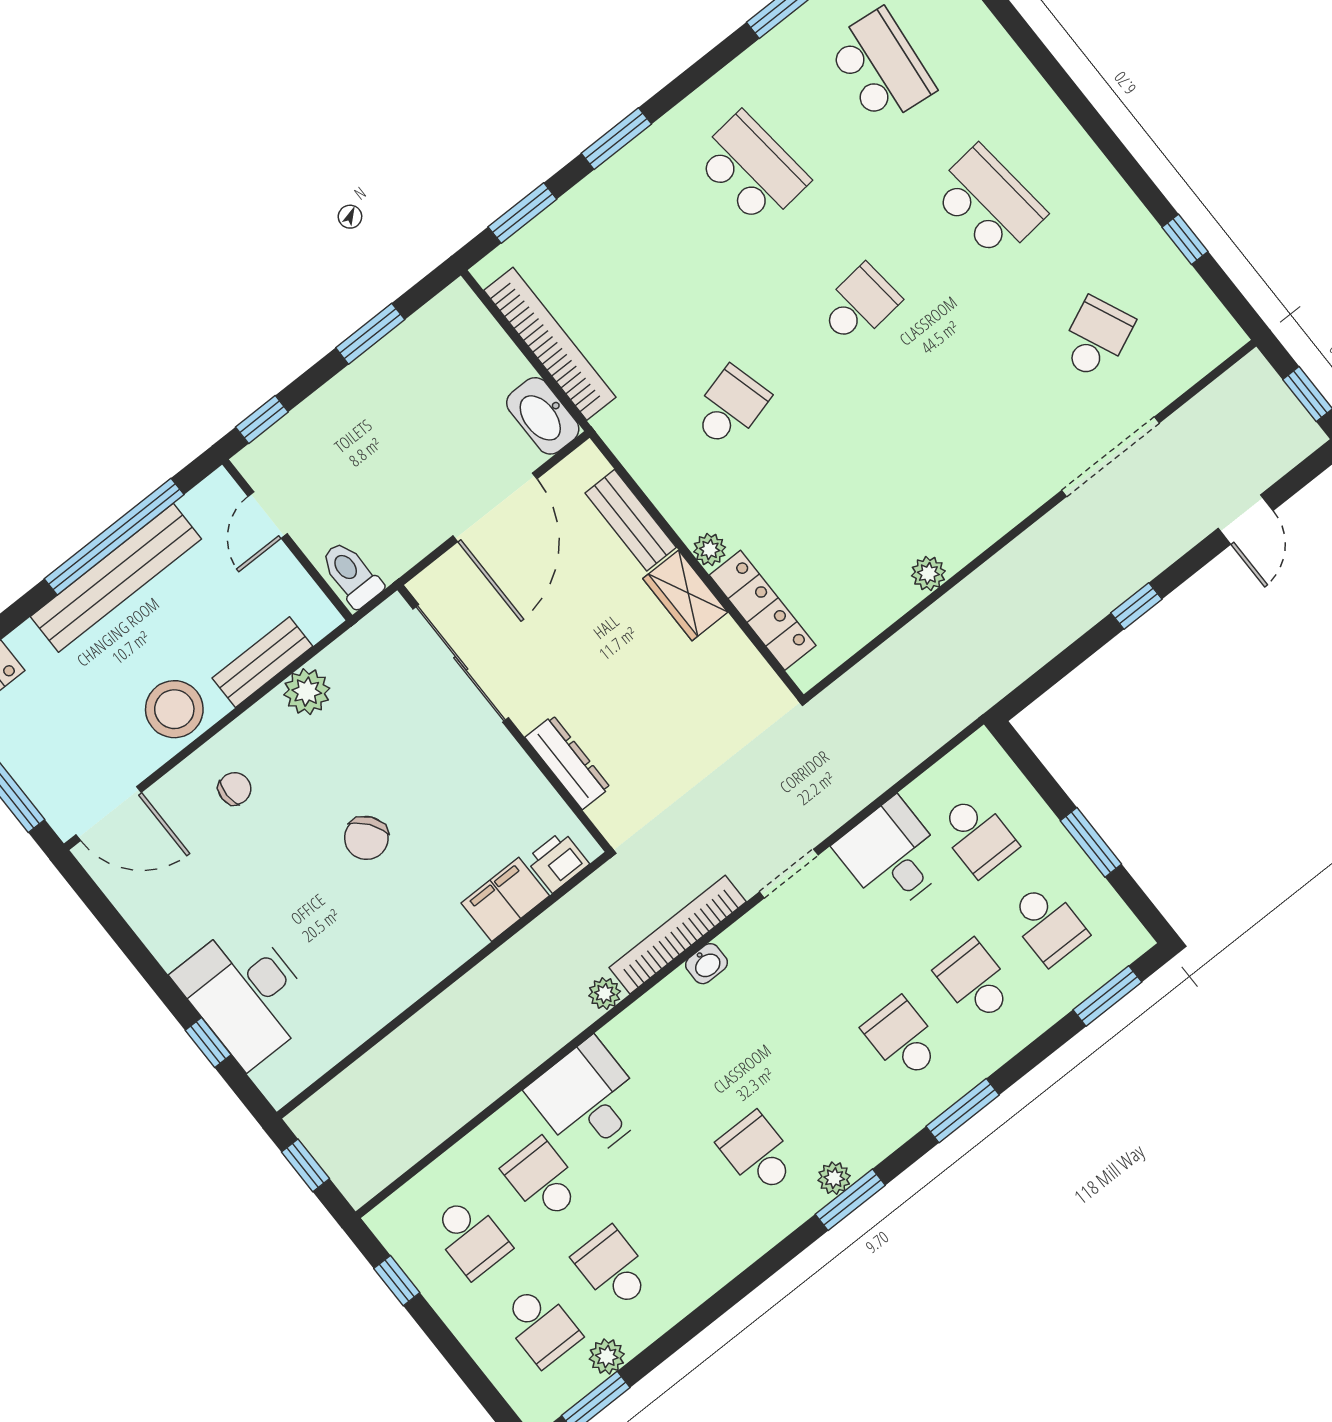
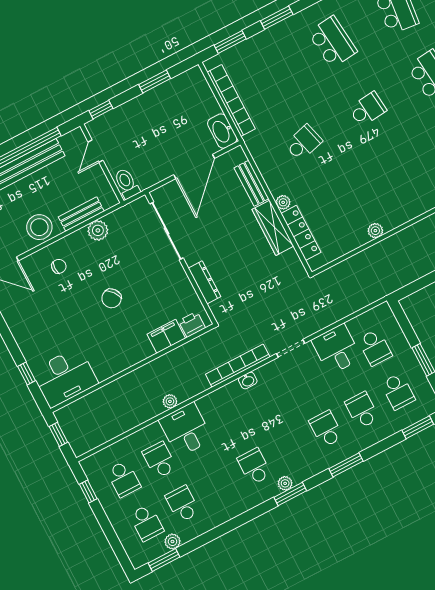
wardrobe: (685, 595) -> (273, 228), width x1.50
desk: (246, 994) -> (65, 377), moved, turned -90
plant: (605, 994) -> (170, 401), moved

